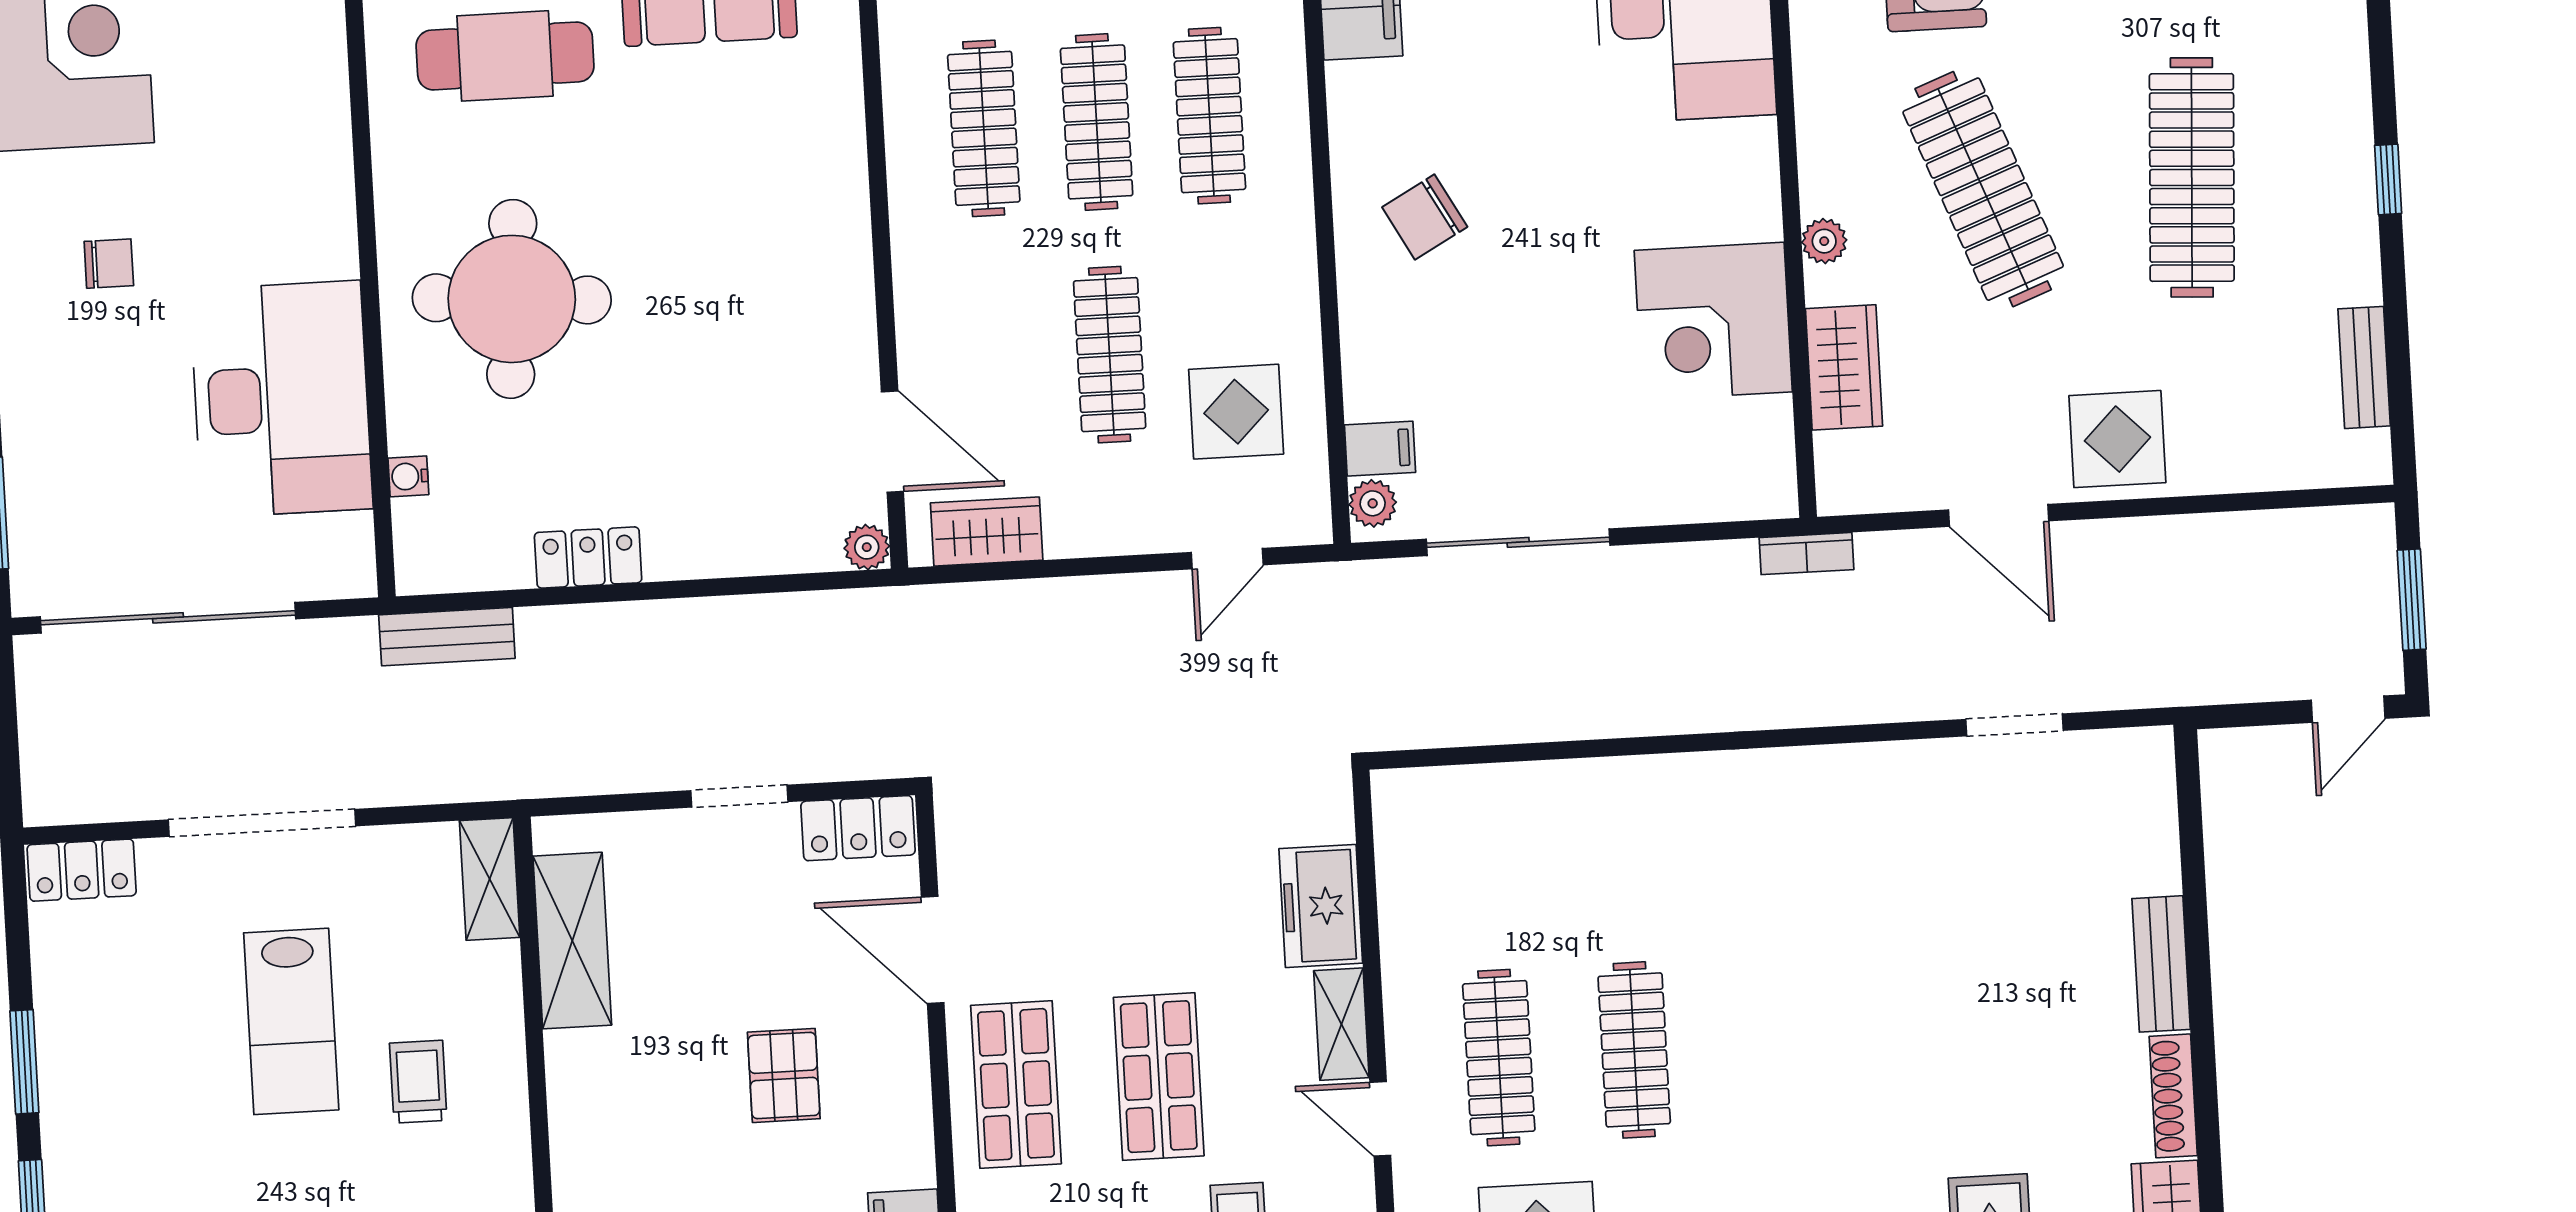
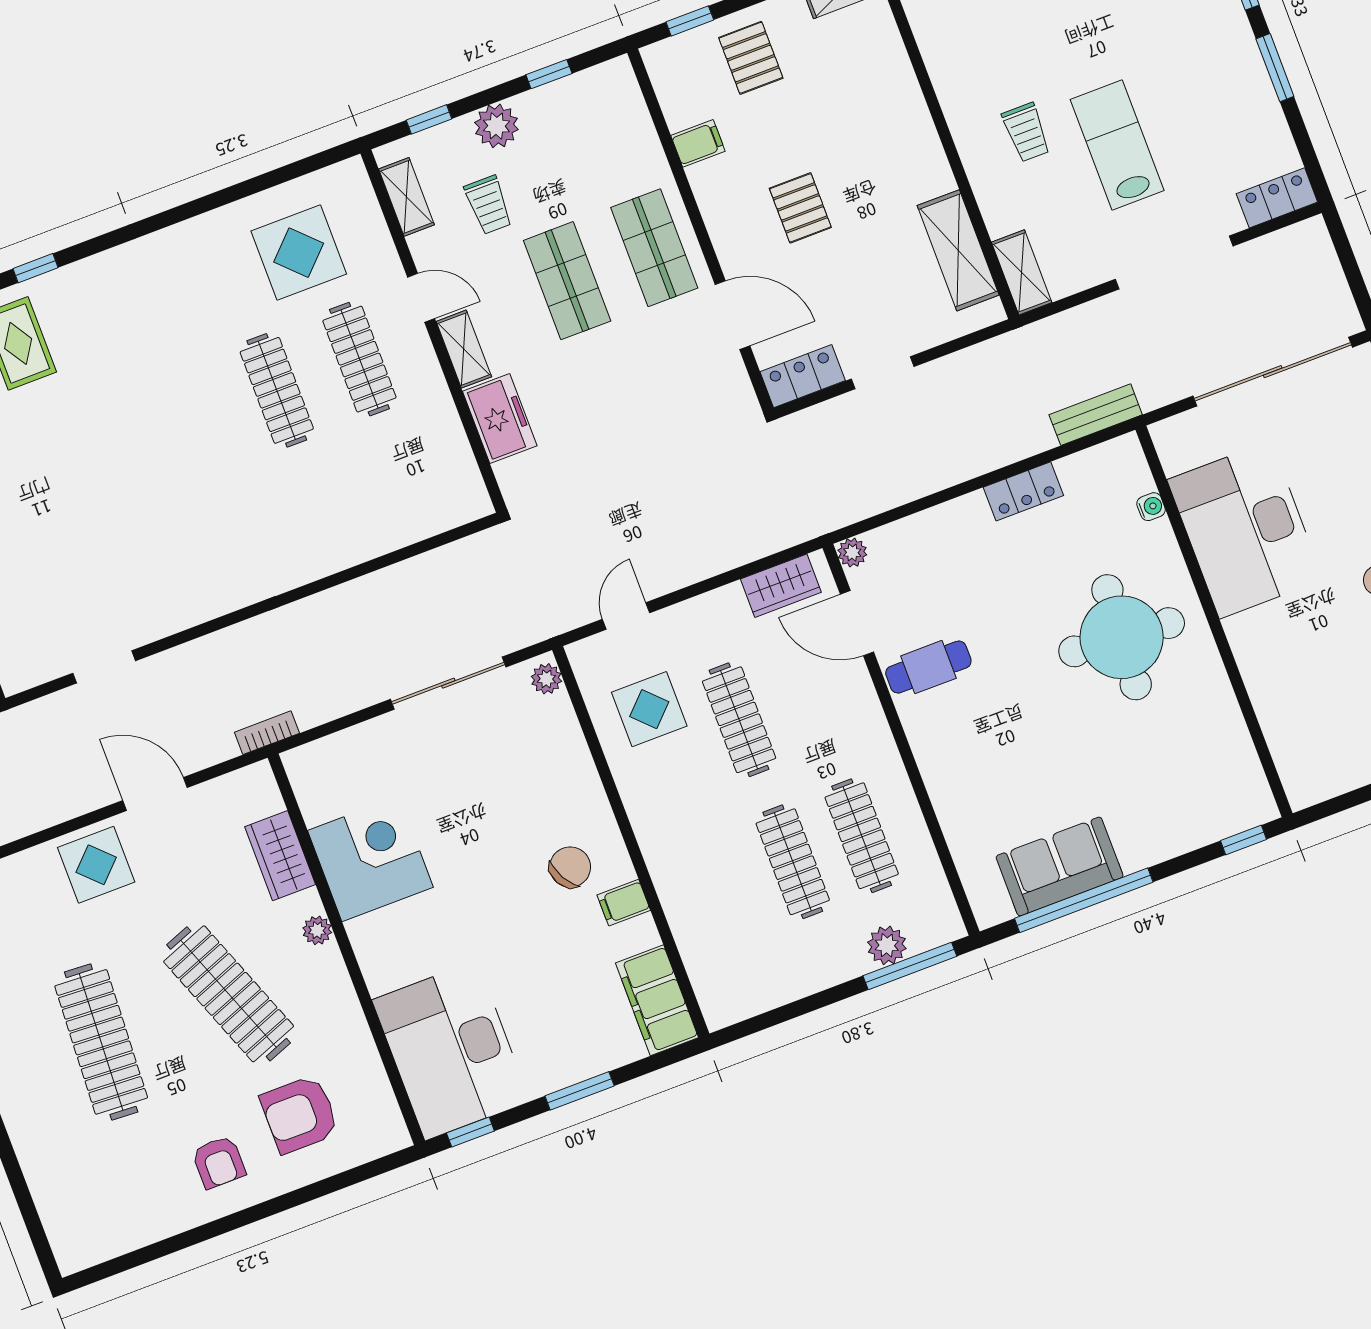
cafe table: (505, 56) -> (928, 667), moved, width x0.73, depth x0.74
clothes rail: (1209, 116) -> (724, 888), removed
filing cabinet: (1380, 449) -> (624, 903), moved

